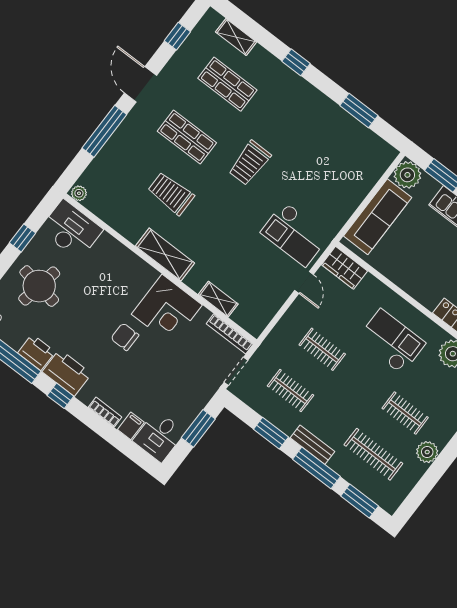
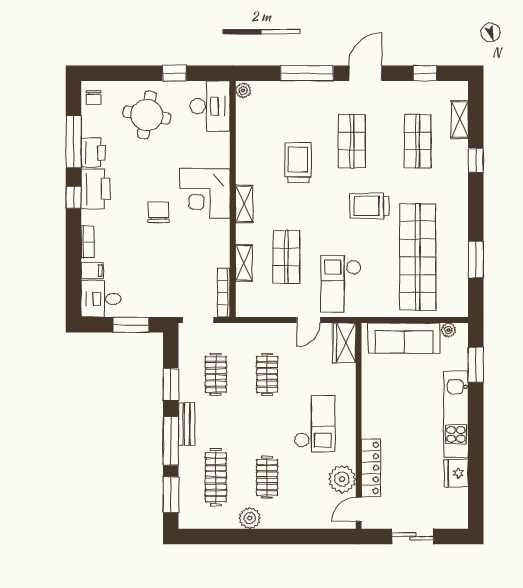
window: (296, 62) -> (476, 160), moved
shop shelf: (321, 156) -> (418, 257), added
plant: (407, 175) -> (448, 330), width x0.53, depth x0.53
shelving: (165, 254) -> (244, 204), width x0.67, depth x0.75
shop shelf: (240, 261) -> (286, 257), added
corner desk: (167, 310) -> (205, 193), moved

